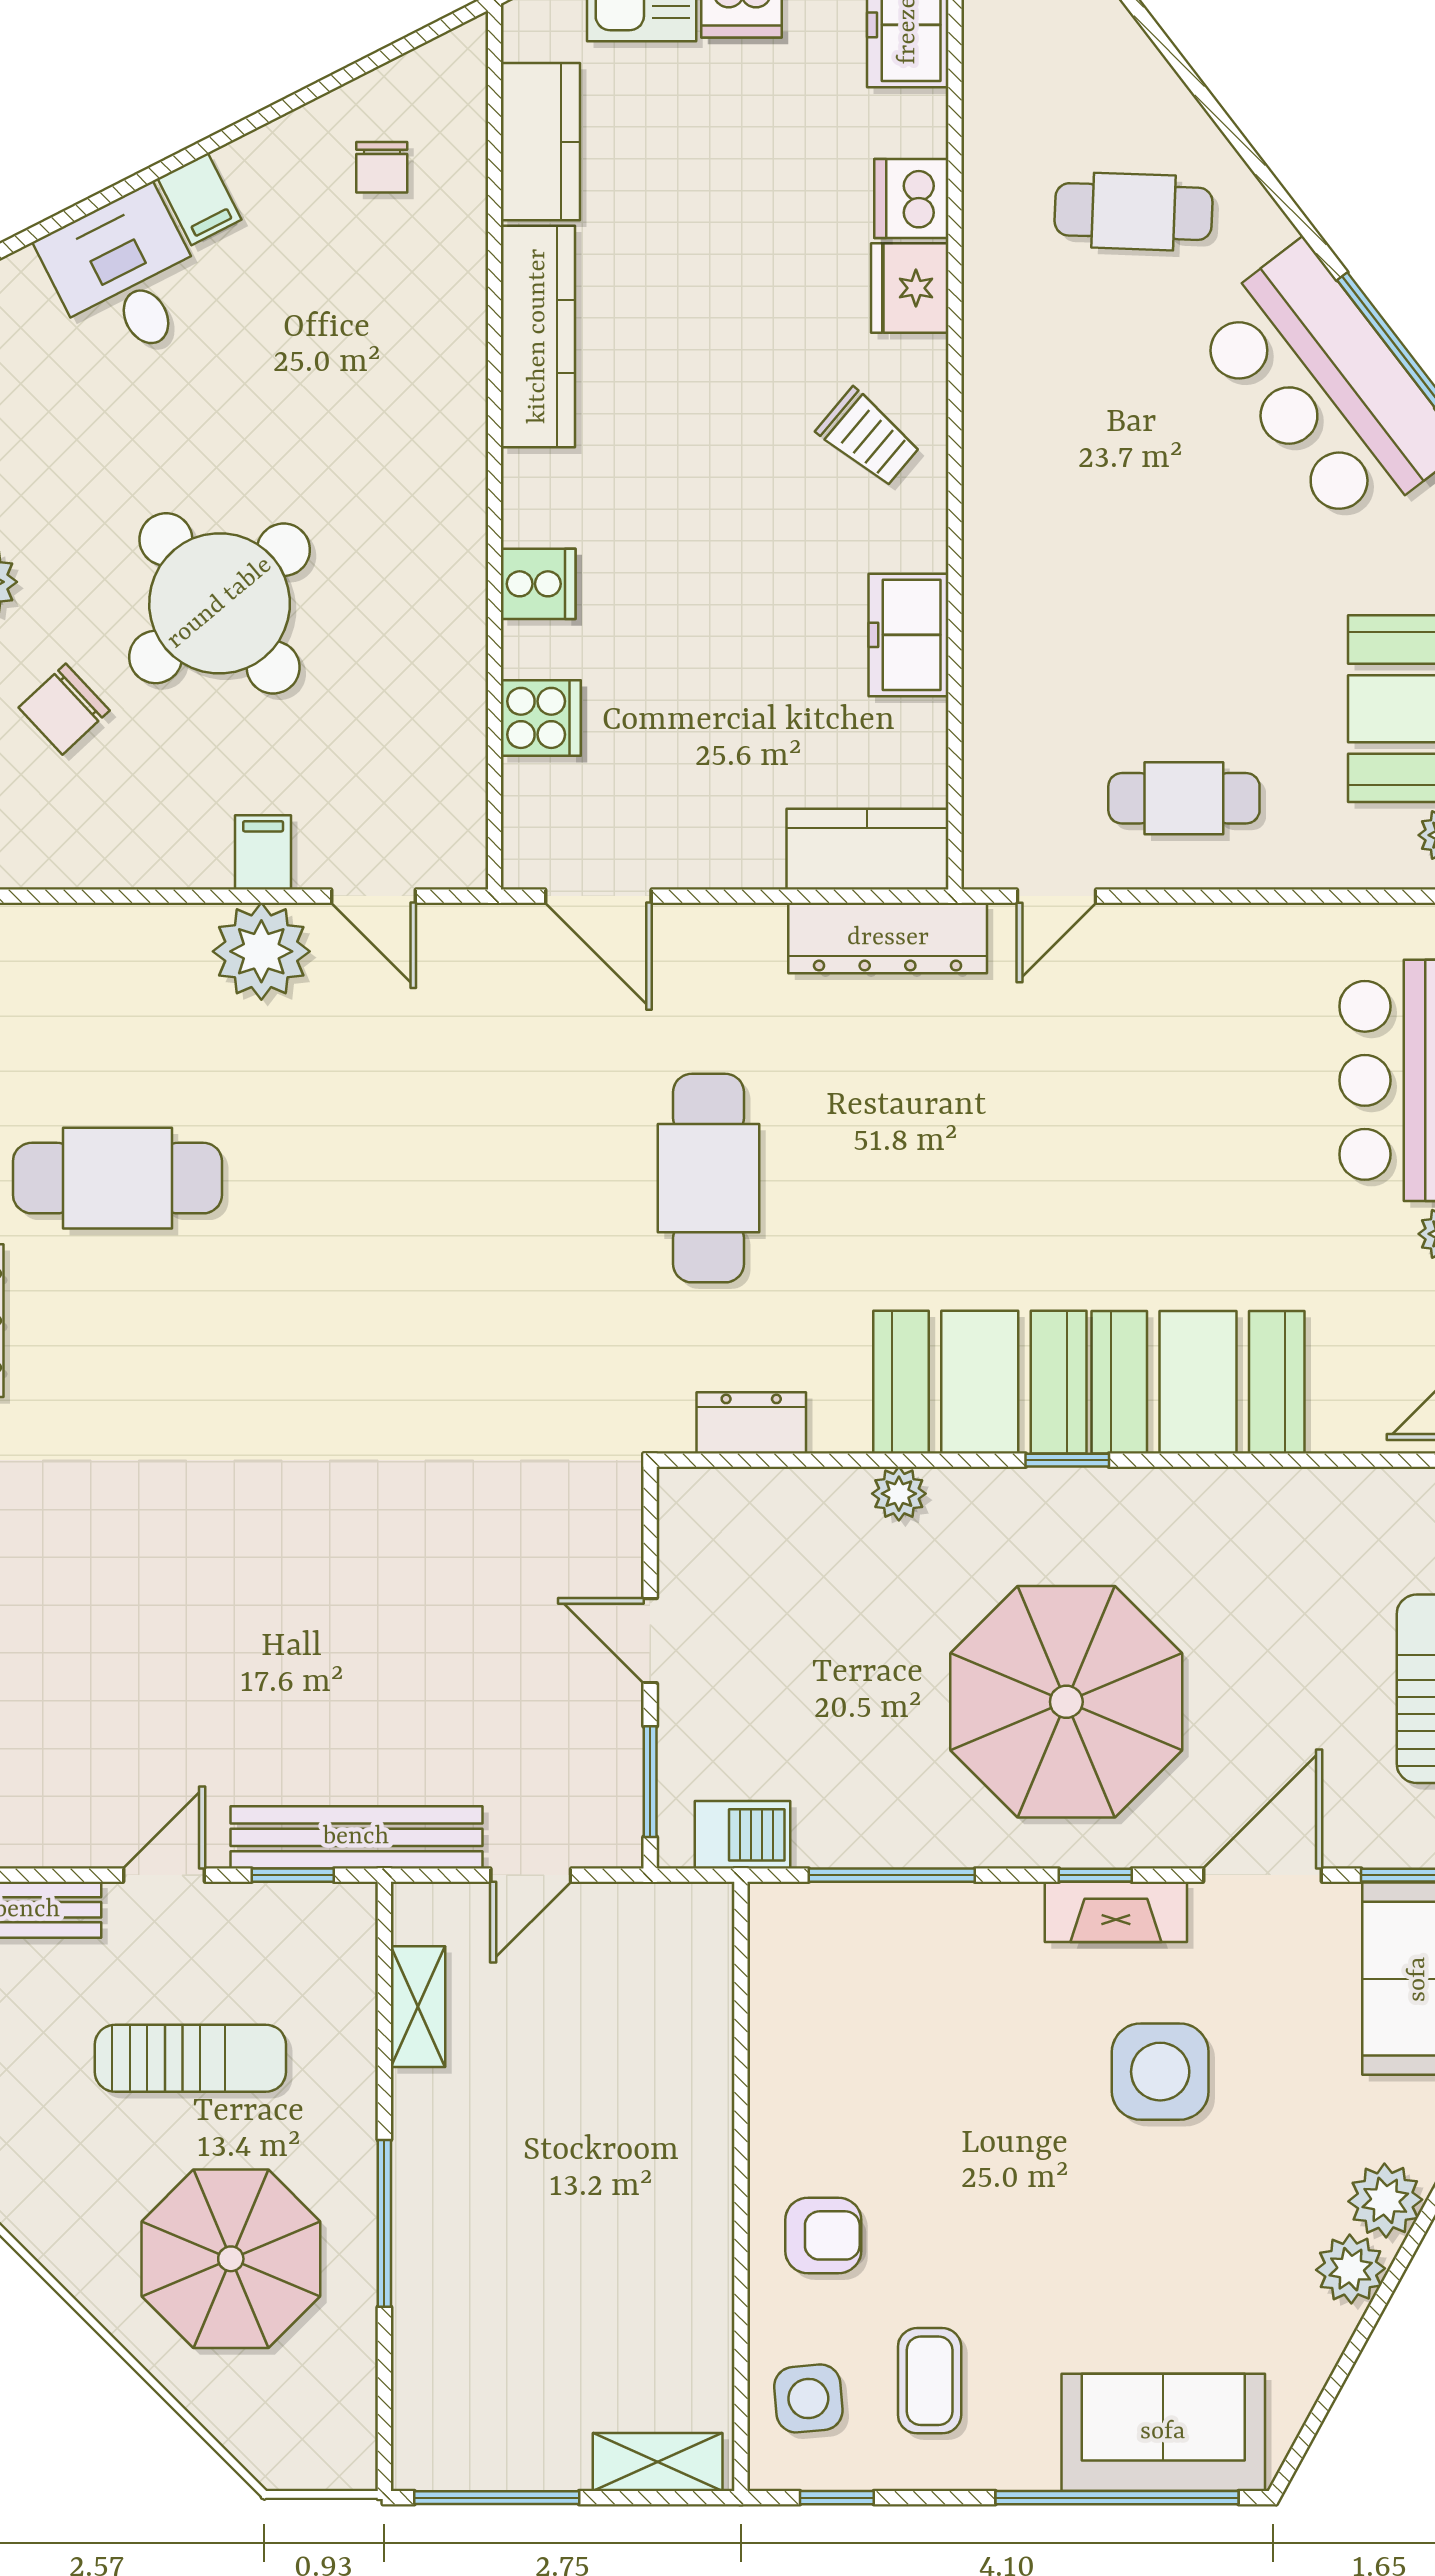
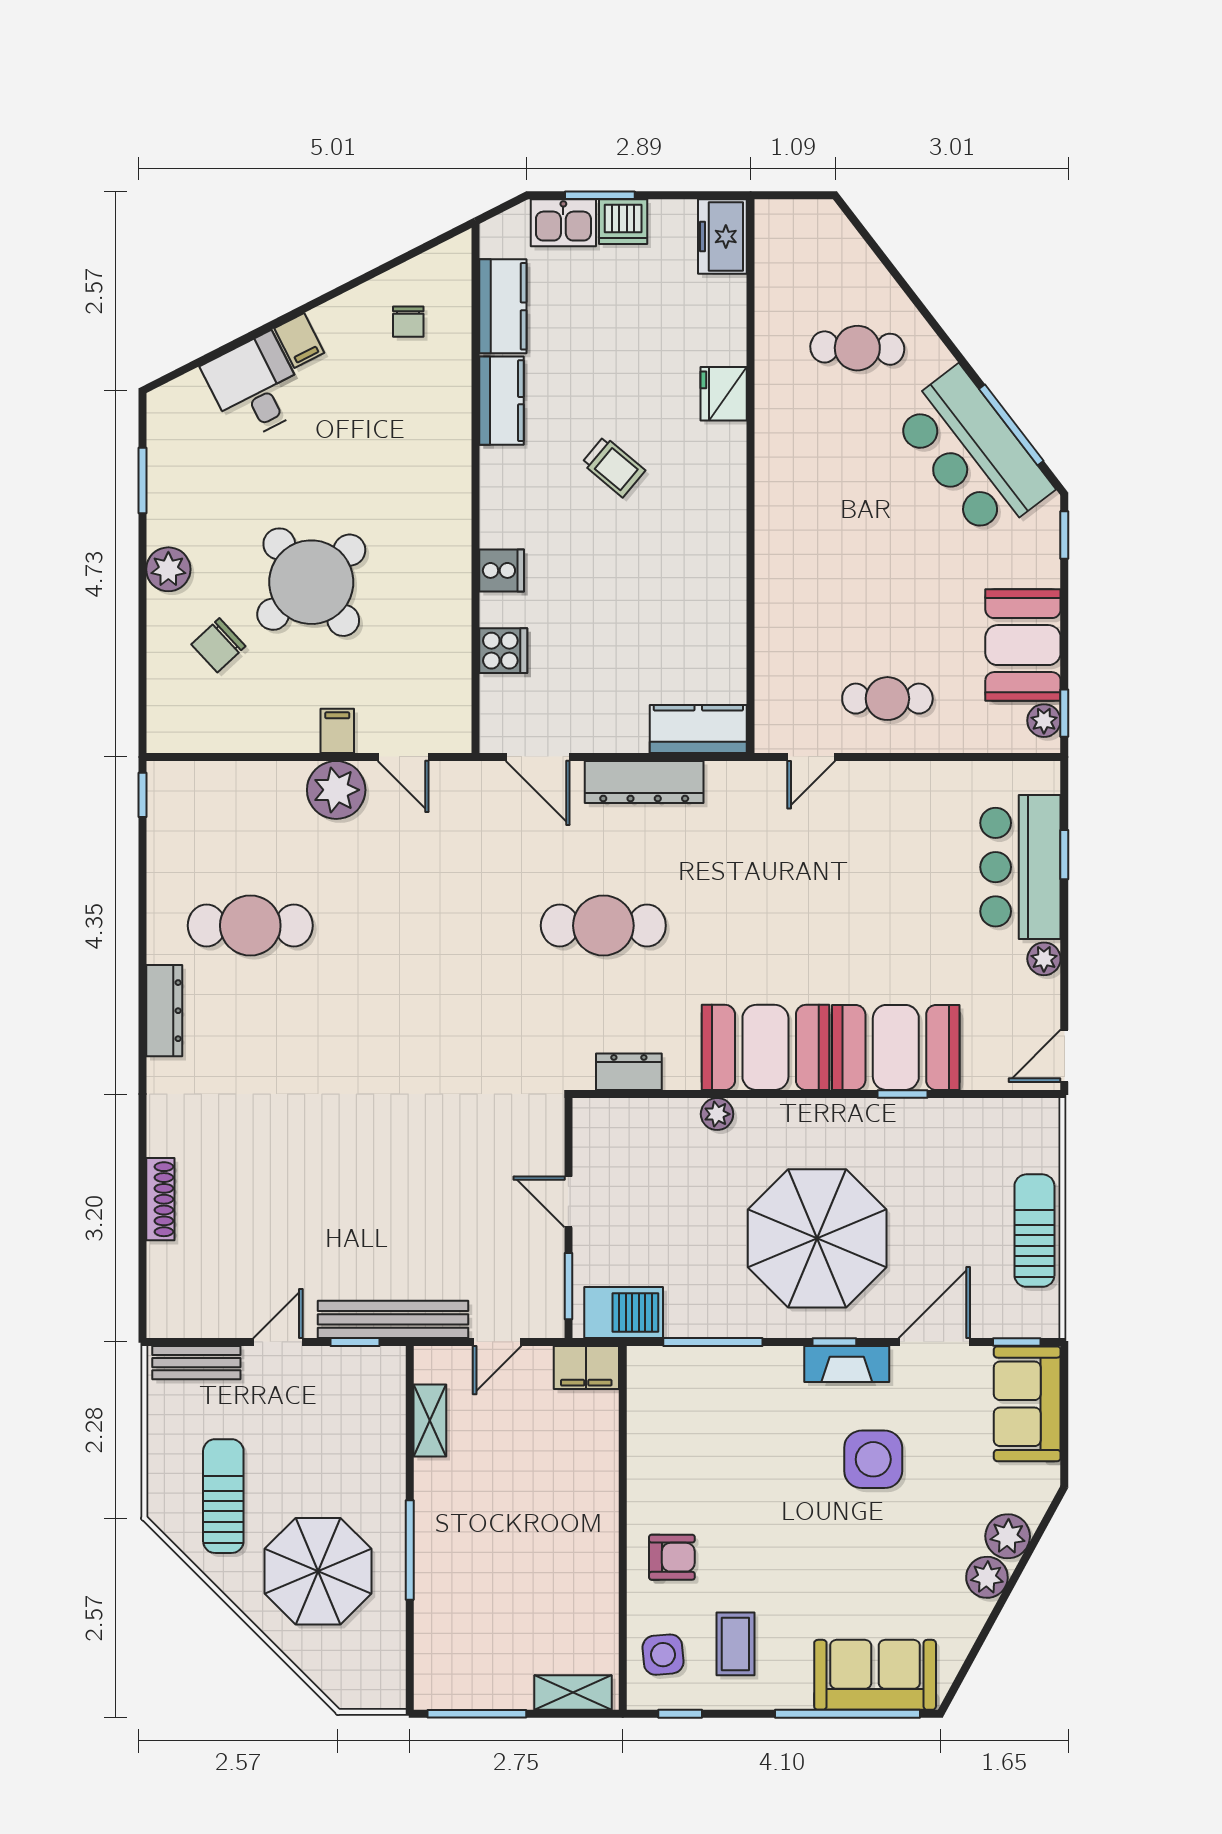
dishwasher: (911, 198) -> (725, 340), removed
kitchen counter: (538, 336) -> (501, 401), width x0.67
trolley: (869, 438) -> (613, 467), moved
freezer: (909, 635) -> (723, 601), removed
dresser: (888, 938) -> (644, 782), moved
cafe table: (708, 1178) -> (603, 926), turned 90
window: (1067, 1460) -> (902, 1094), moved
barbecue: (743, 1835) -> (624, 1312), width x1.38, depth x1.27
filing cabinet: (680, 1918) -> (586, 1368), added
sun lounger: (190, 2058) -> (223, 1496), moved, turned -90

